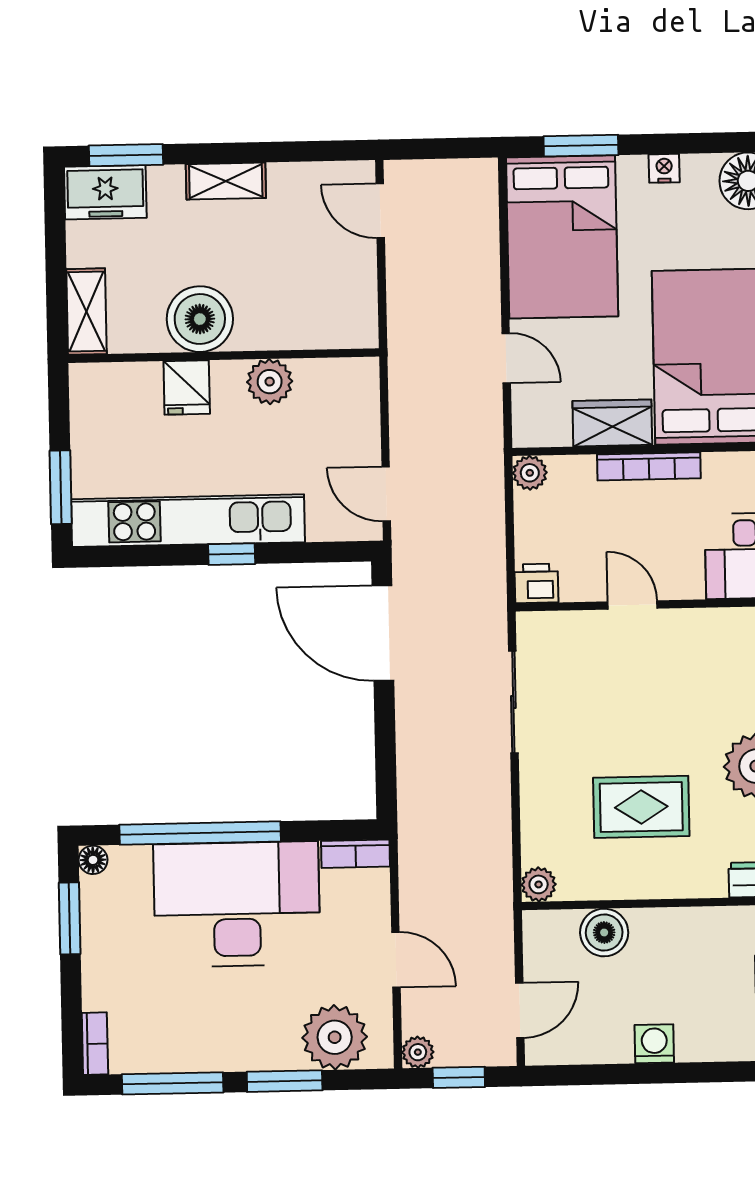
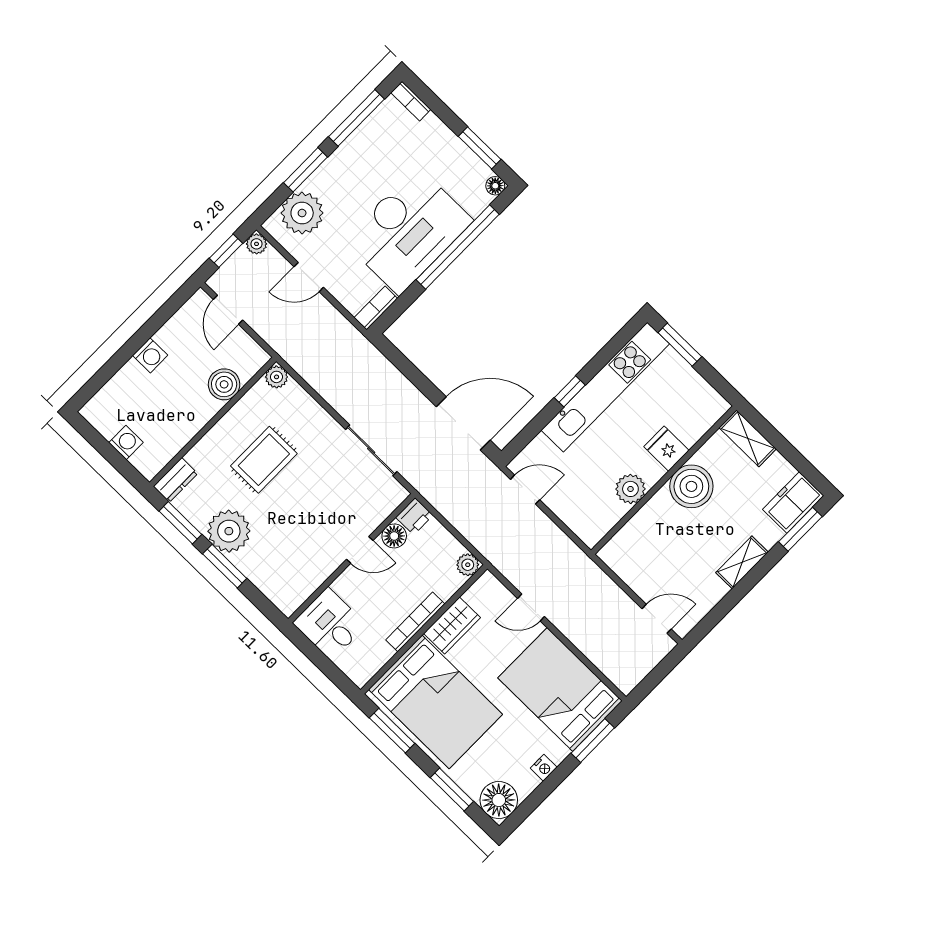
floor lamp: (580, 583) -> (394, 536), added

